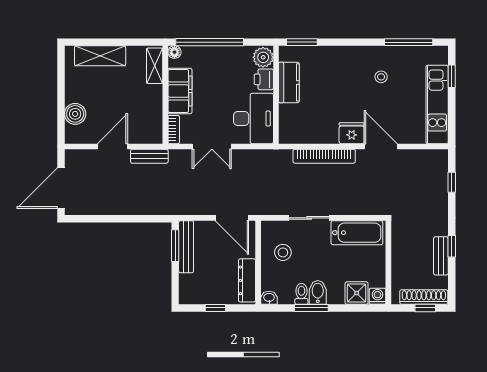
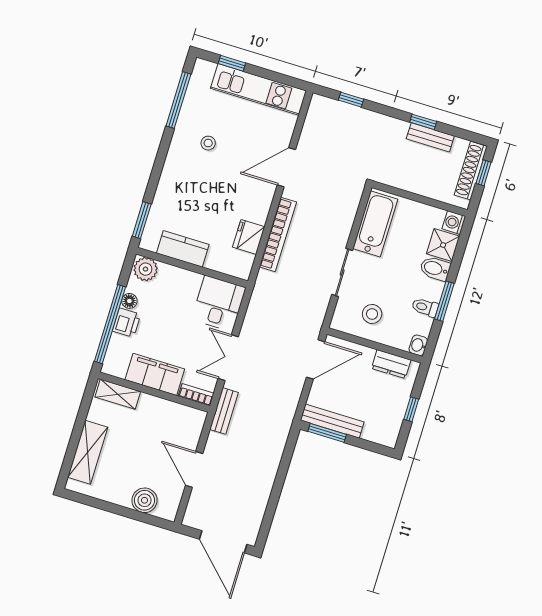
floor lamp: (174, 52) -> (129, 301), moved
printer: (264, 79) -> (127, 323), moved, turned -90
desk: (253, 119) -> (219, 303), width x0.73
fridge: (352, 133) -> (249, 237), moved
double door: (212, 146) -> (228, 358), swing flipped
bench: (149, 156) -> (224, 411), moved
dresser: (247, 280) -> (391, 364), width x0.70
bidet: (318, 292) -> (435, 269), moved

